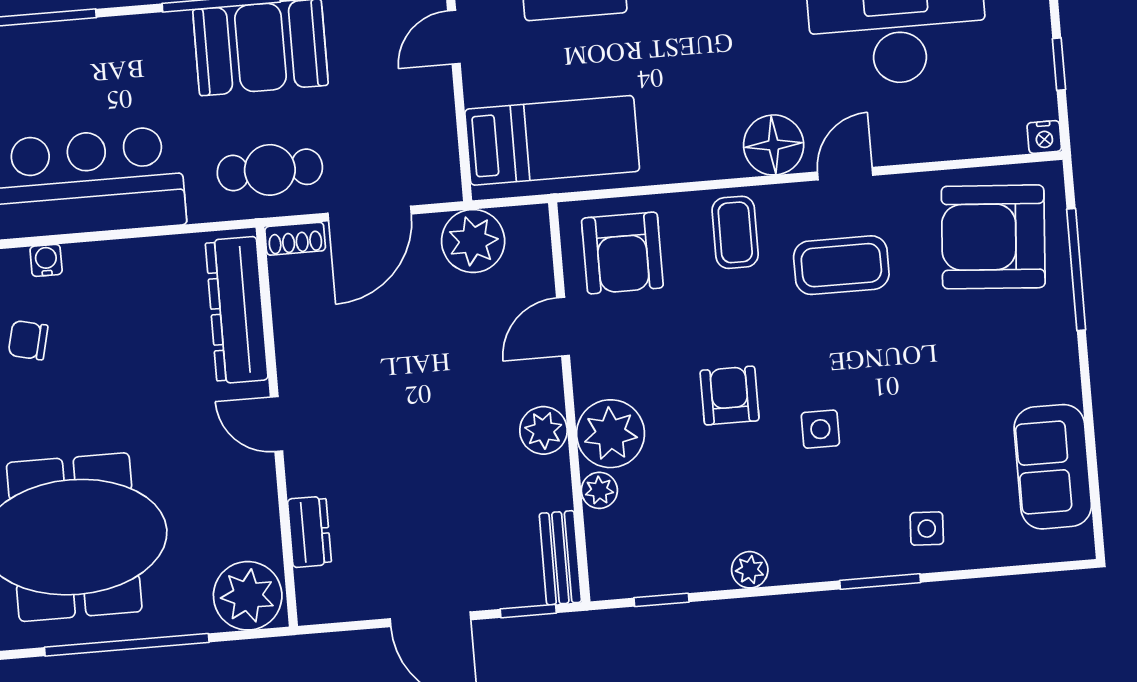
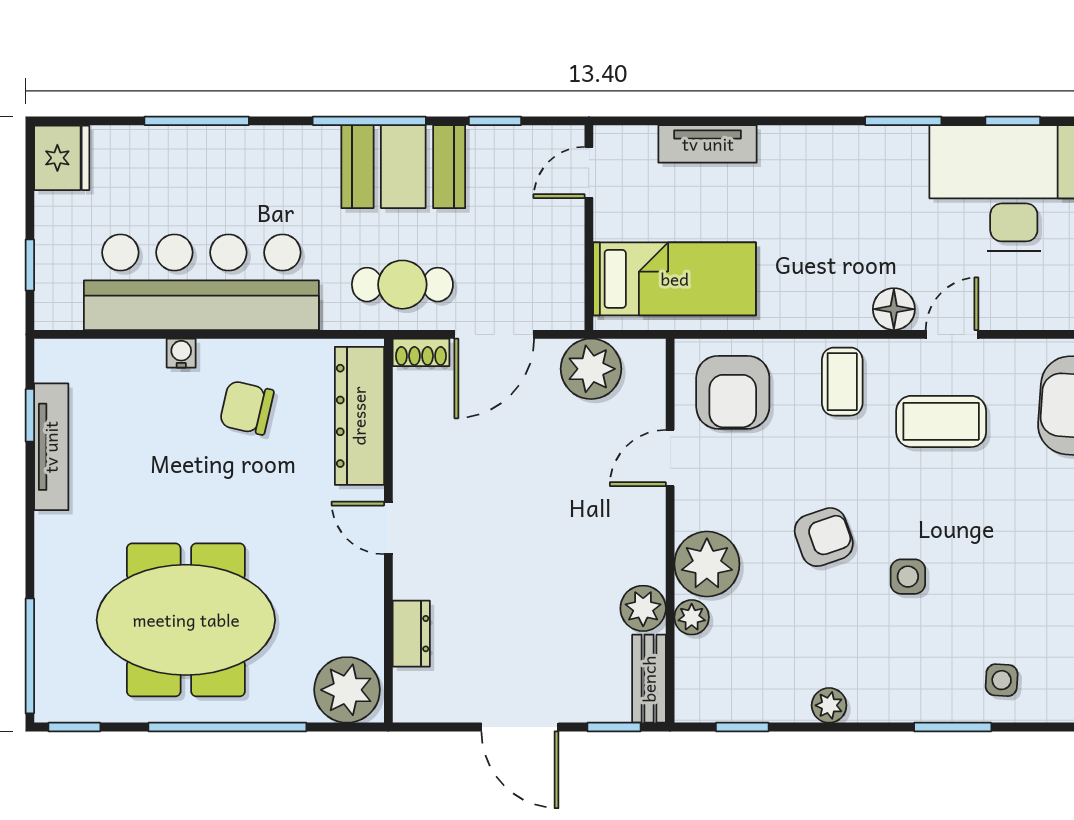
floor lamp: (774, 145) -> (894, 309), width x0.73, depth x0.73
chair: (28, 340) -> (247, 408), moved, width x1.37, depth x1.37
armchair: (730, 395) -> (824, 537), turned 71
plant: (543, 430) -> (643, 608), moved

